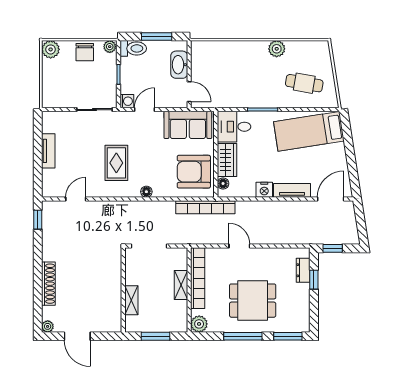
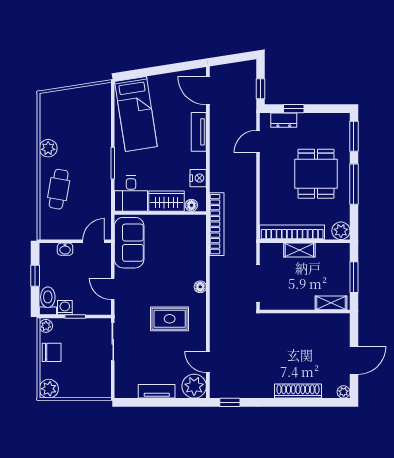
window: (157, 37) -> (35, 276), width x0.67
washbasin: (179, 65) -> (65, 249), width x0.52, depth x0.69
cafe table: (304, 83) -> (59, 189), moved
washing machine: (127, 101) -> (65, 308), moved
armchair: (194, 172) -> (179, 236), removed
plant: (53, 186) -> (194, 386), added
nightstand: (264, 190) -> (198, 178), moved
door: (239, 246) -> (258, 141), moved
shelving: (131, 300) -> (331, 303), moved

